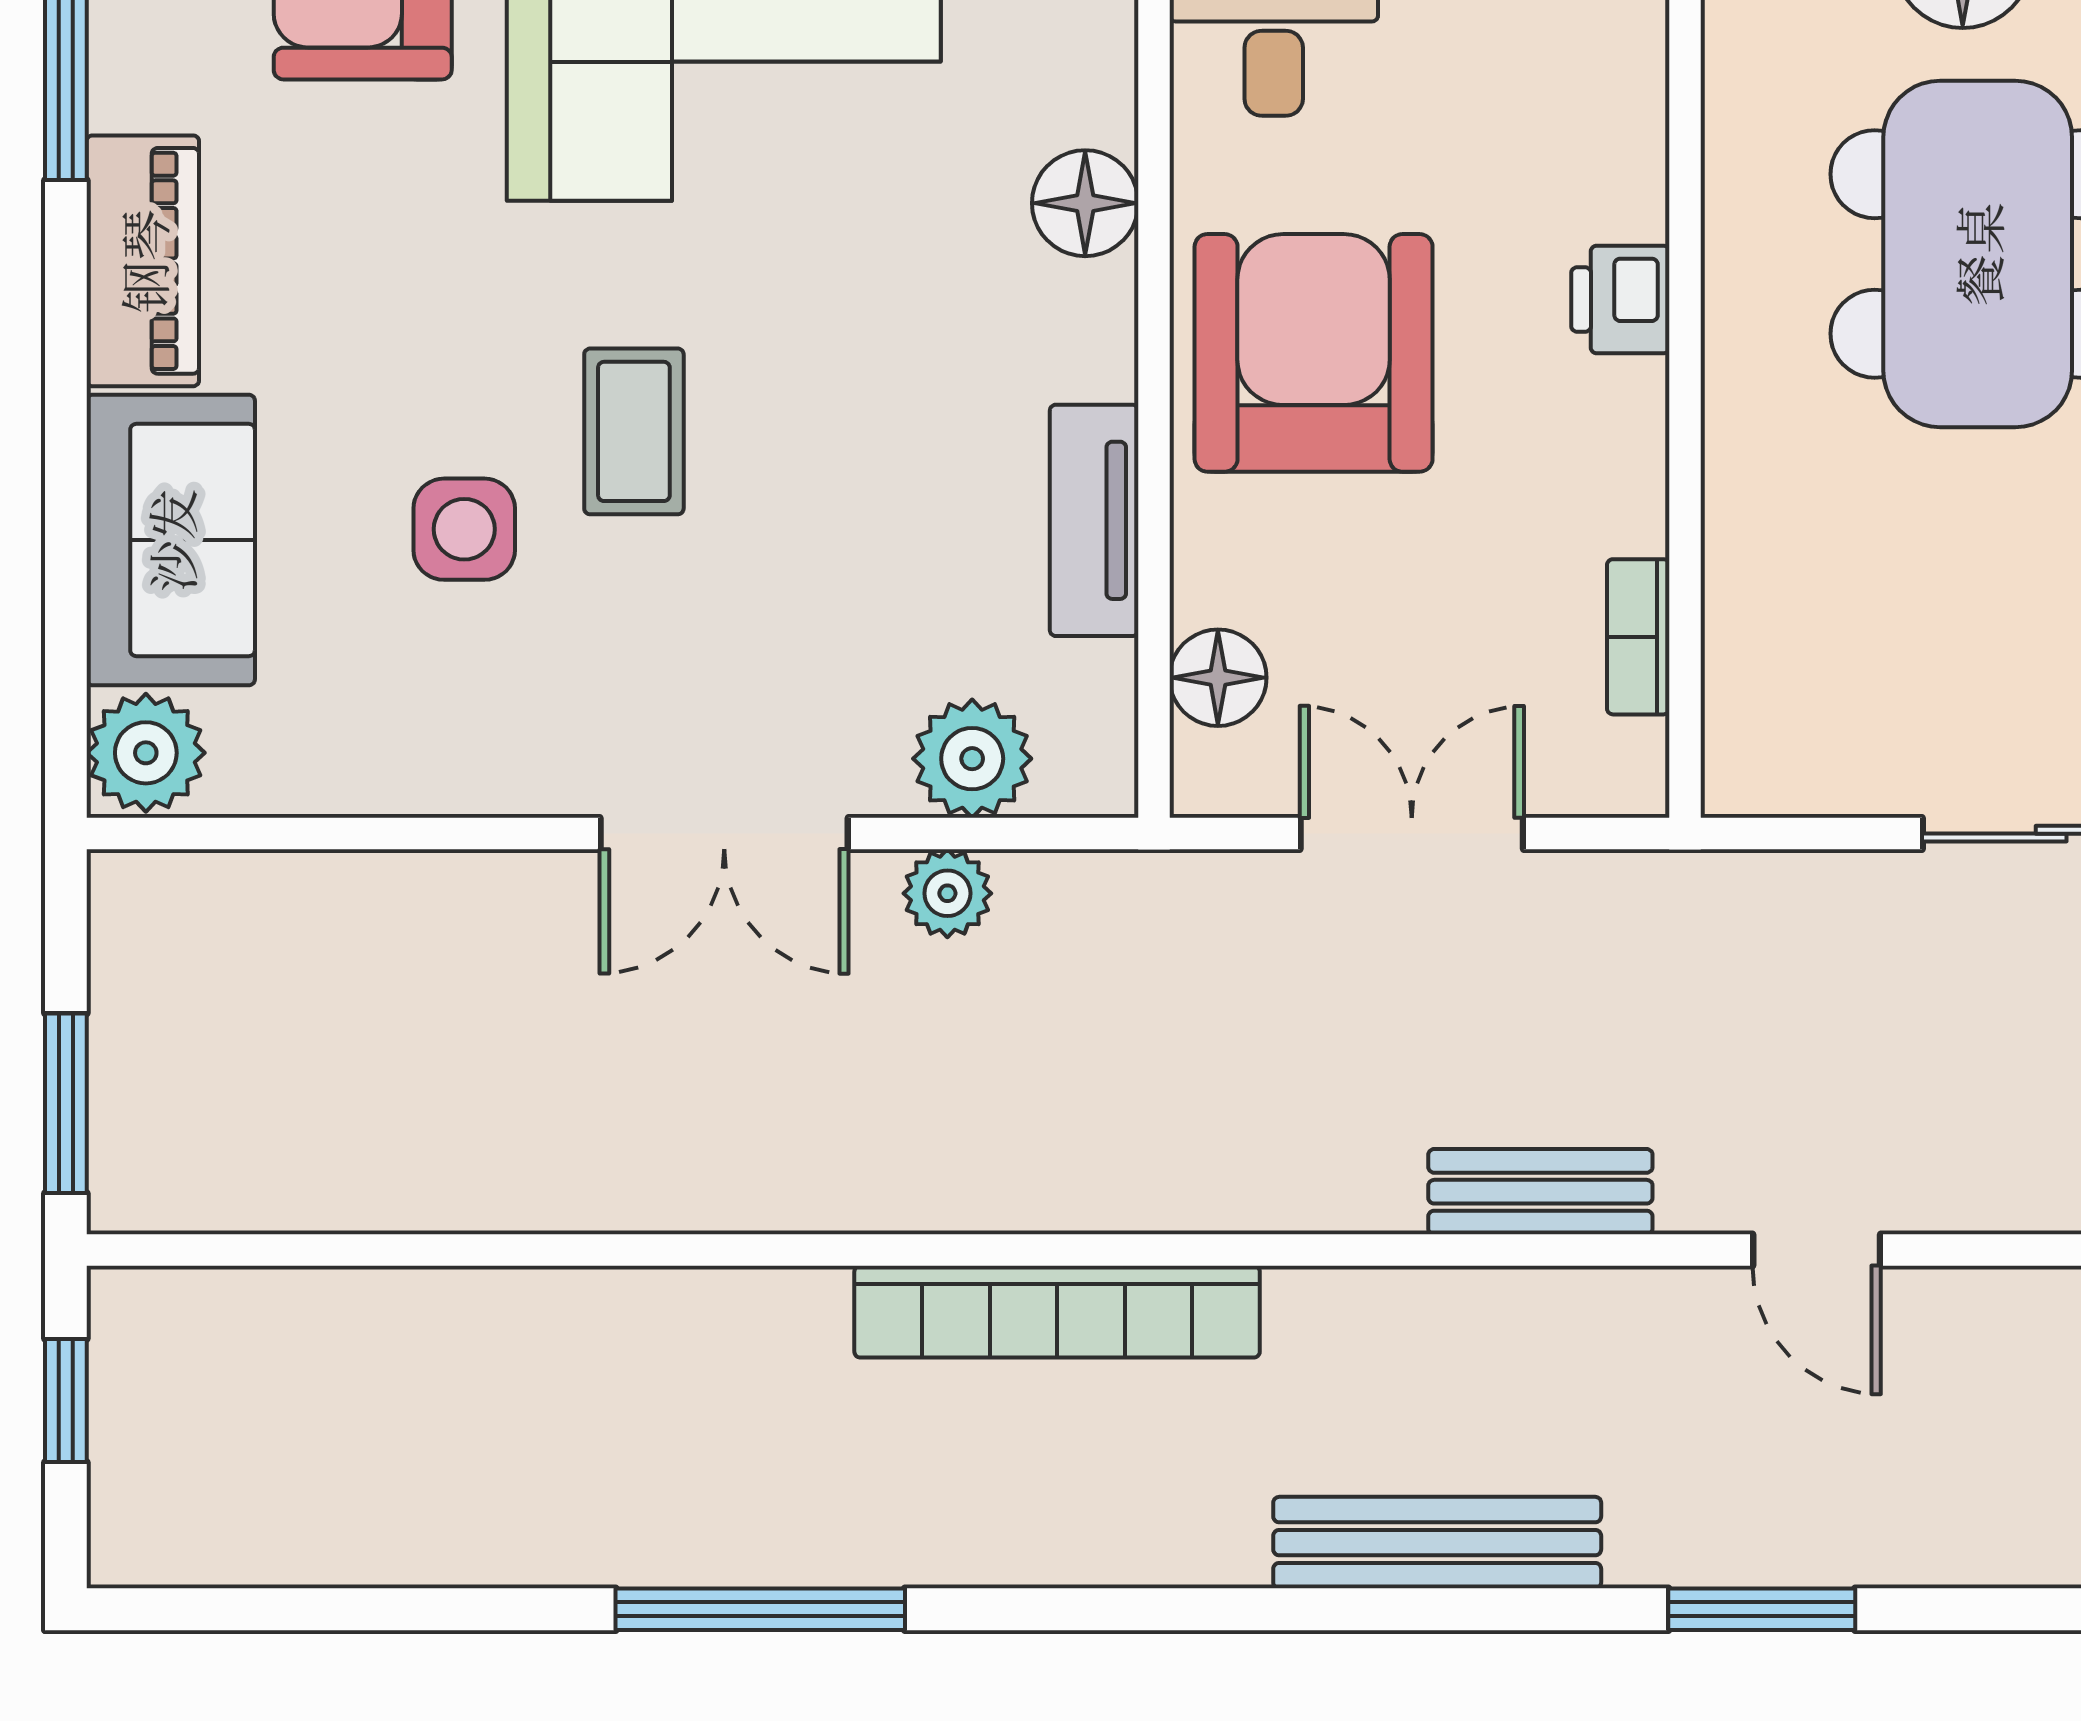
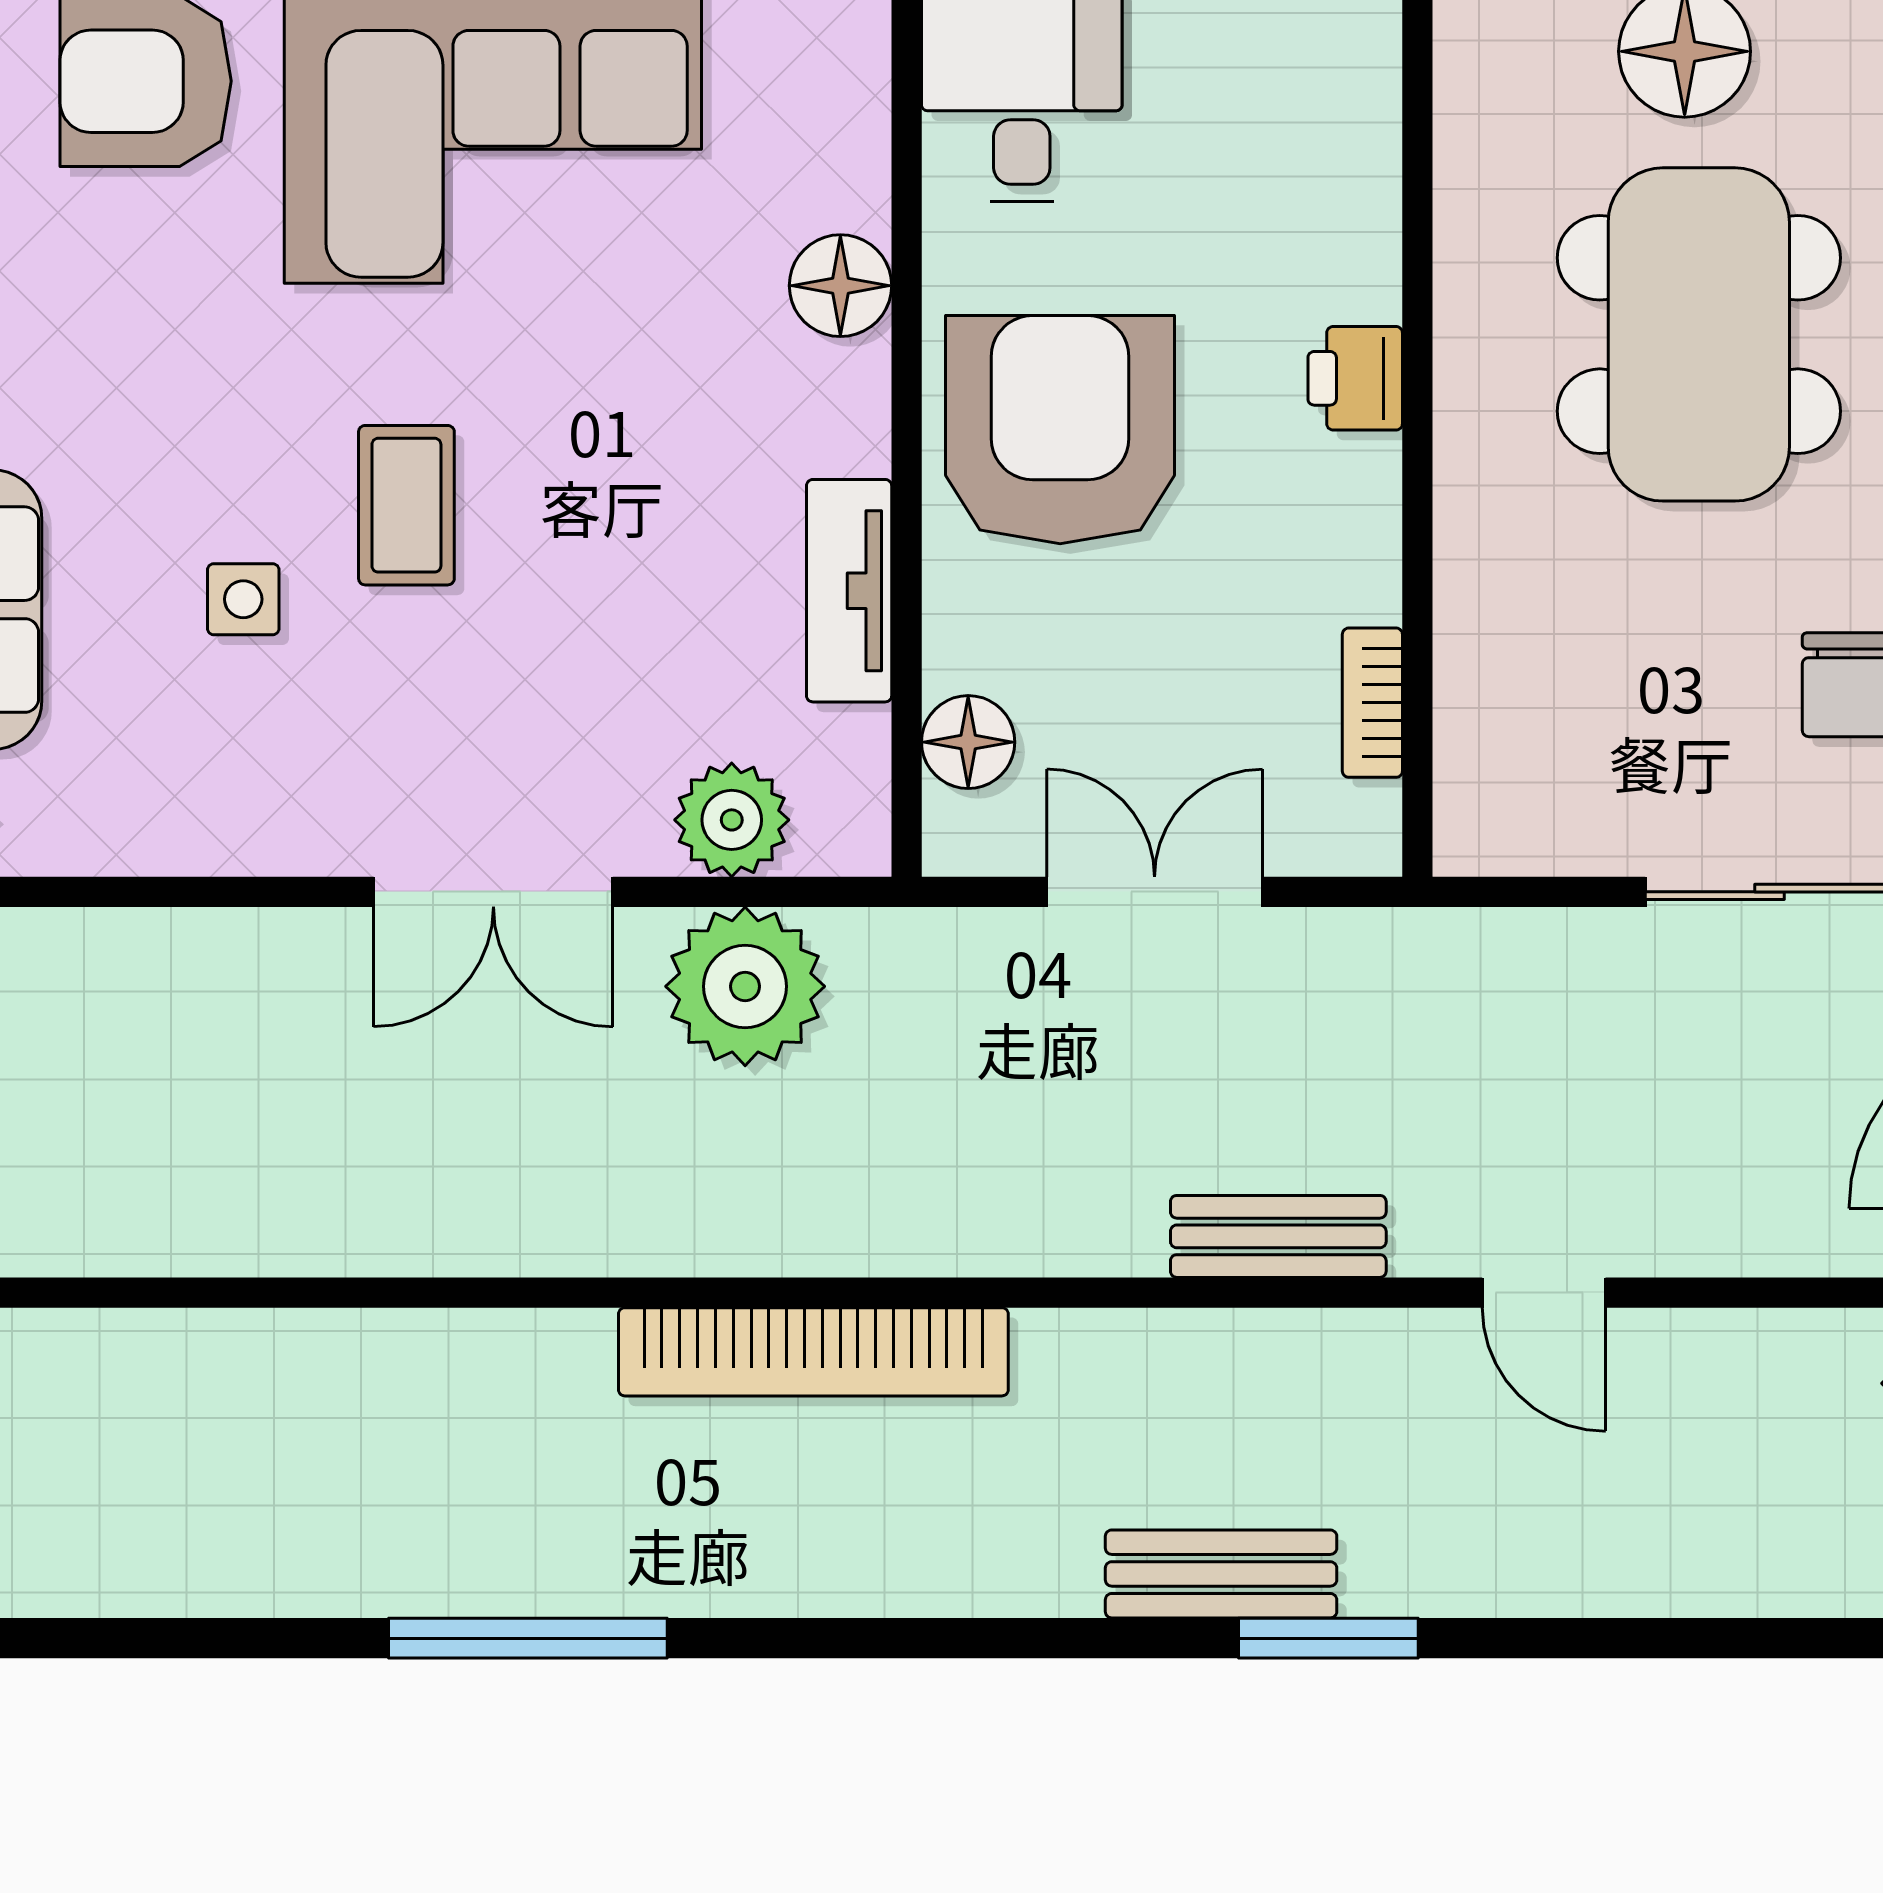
side table: (464, 529) -> (243, 599), width x0.73, depth x0.73
plant: (947, 893) -> (745, 986), width x1.88, depth x1.88
bench: (1437, 1543) -> (1221, 1574), width x0.73
window: (1762, 1609) -> (1328, 1638), moved

